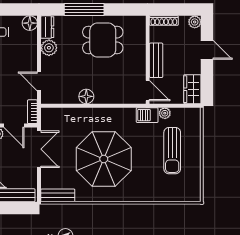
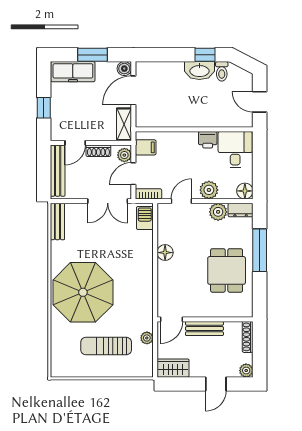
plant: (29, 56) -> (209, 190), added
barbecue: (147, 115) -> (145, 218), moved
parasol: (104, 159) -> (83, 292), moved

